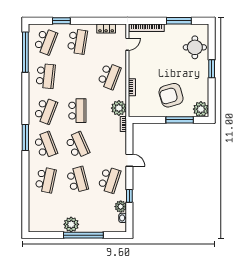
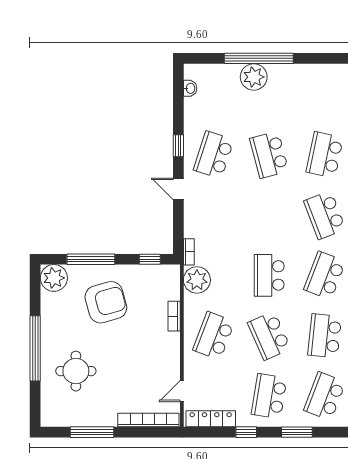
window: (91, 21) -> (246, 432), added
locker: (106, 28) -> (211, 419), width x1.53
round table: (195, 47) -> (76, 371), moved
window: (212, 69) -> (35, 348), width x2.11
window: (146, 120) -> (150, 259), added
school desk: (77, 145) -> (269, 336), moved
window: (129, 196) -> (178, 146), moved
plant: (121, 207) -> (194, 108), removed
plant: (71, 224) -> (254, 77), moved

